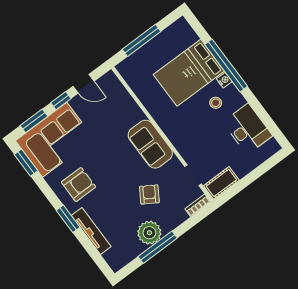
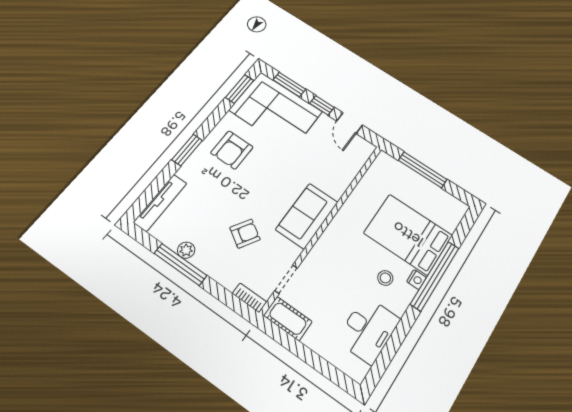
armchair: (79, 185) -> (232, 150), turned 90
tv unit: (91, 231) -> (160, 203), moved
plant: (149, 233) -> (186, 250), width x0.53, depth x0.53

